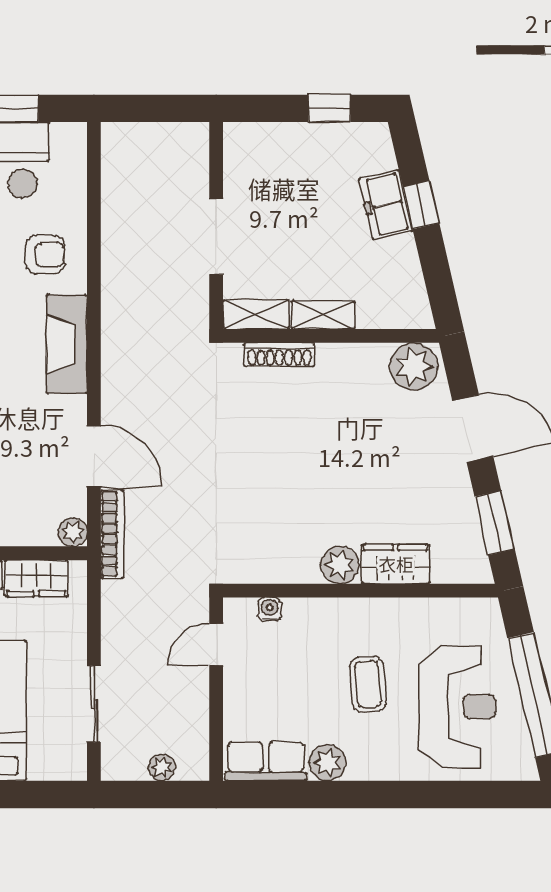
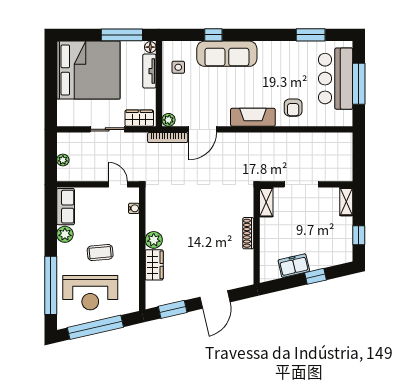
freezer: (386, 205) -> (294, 266), moved
shelving: (323, 315) -> (346, 202), moved
shoe rack: (279, 355) -> (248, 233), moved
plant: (414, 367) -> (243, 273), removed
wardrobe: (36, 578) -> (139, 118), moved, turned 90
sliding door: (94, 704) -> (107, 129), moved
window: (441, 794) -> (51, 285), added

